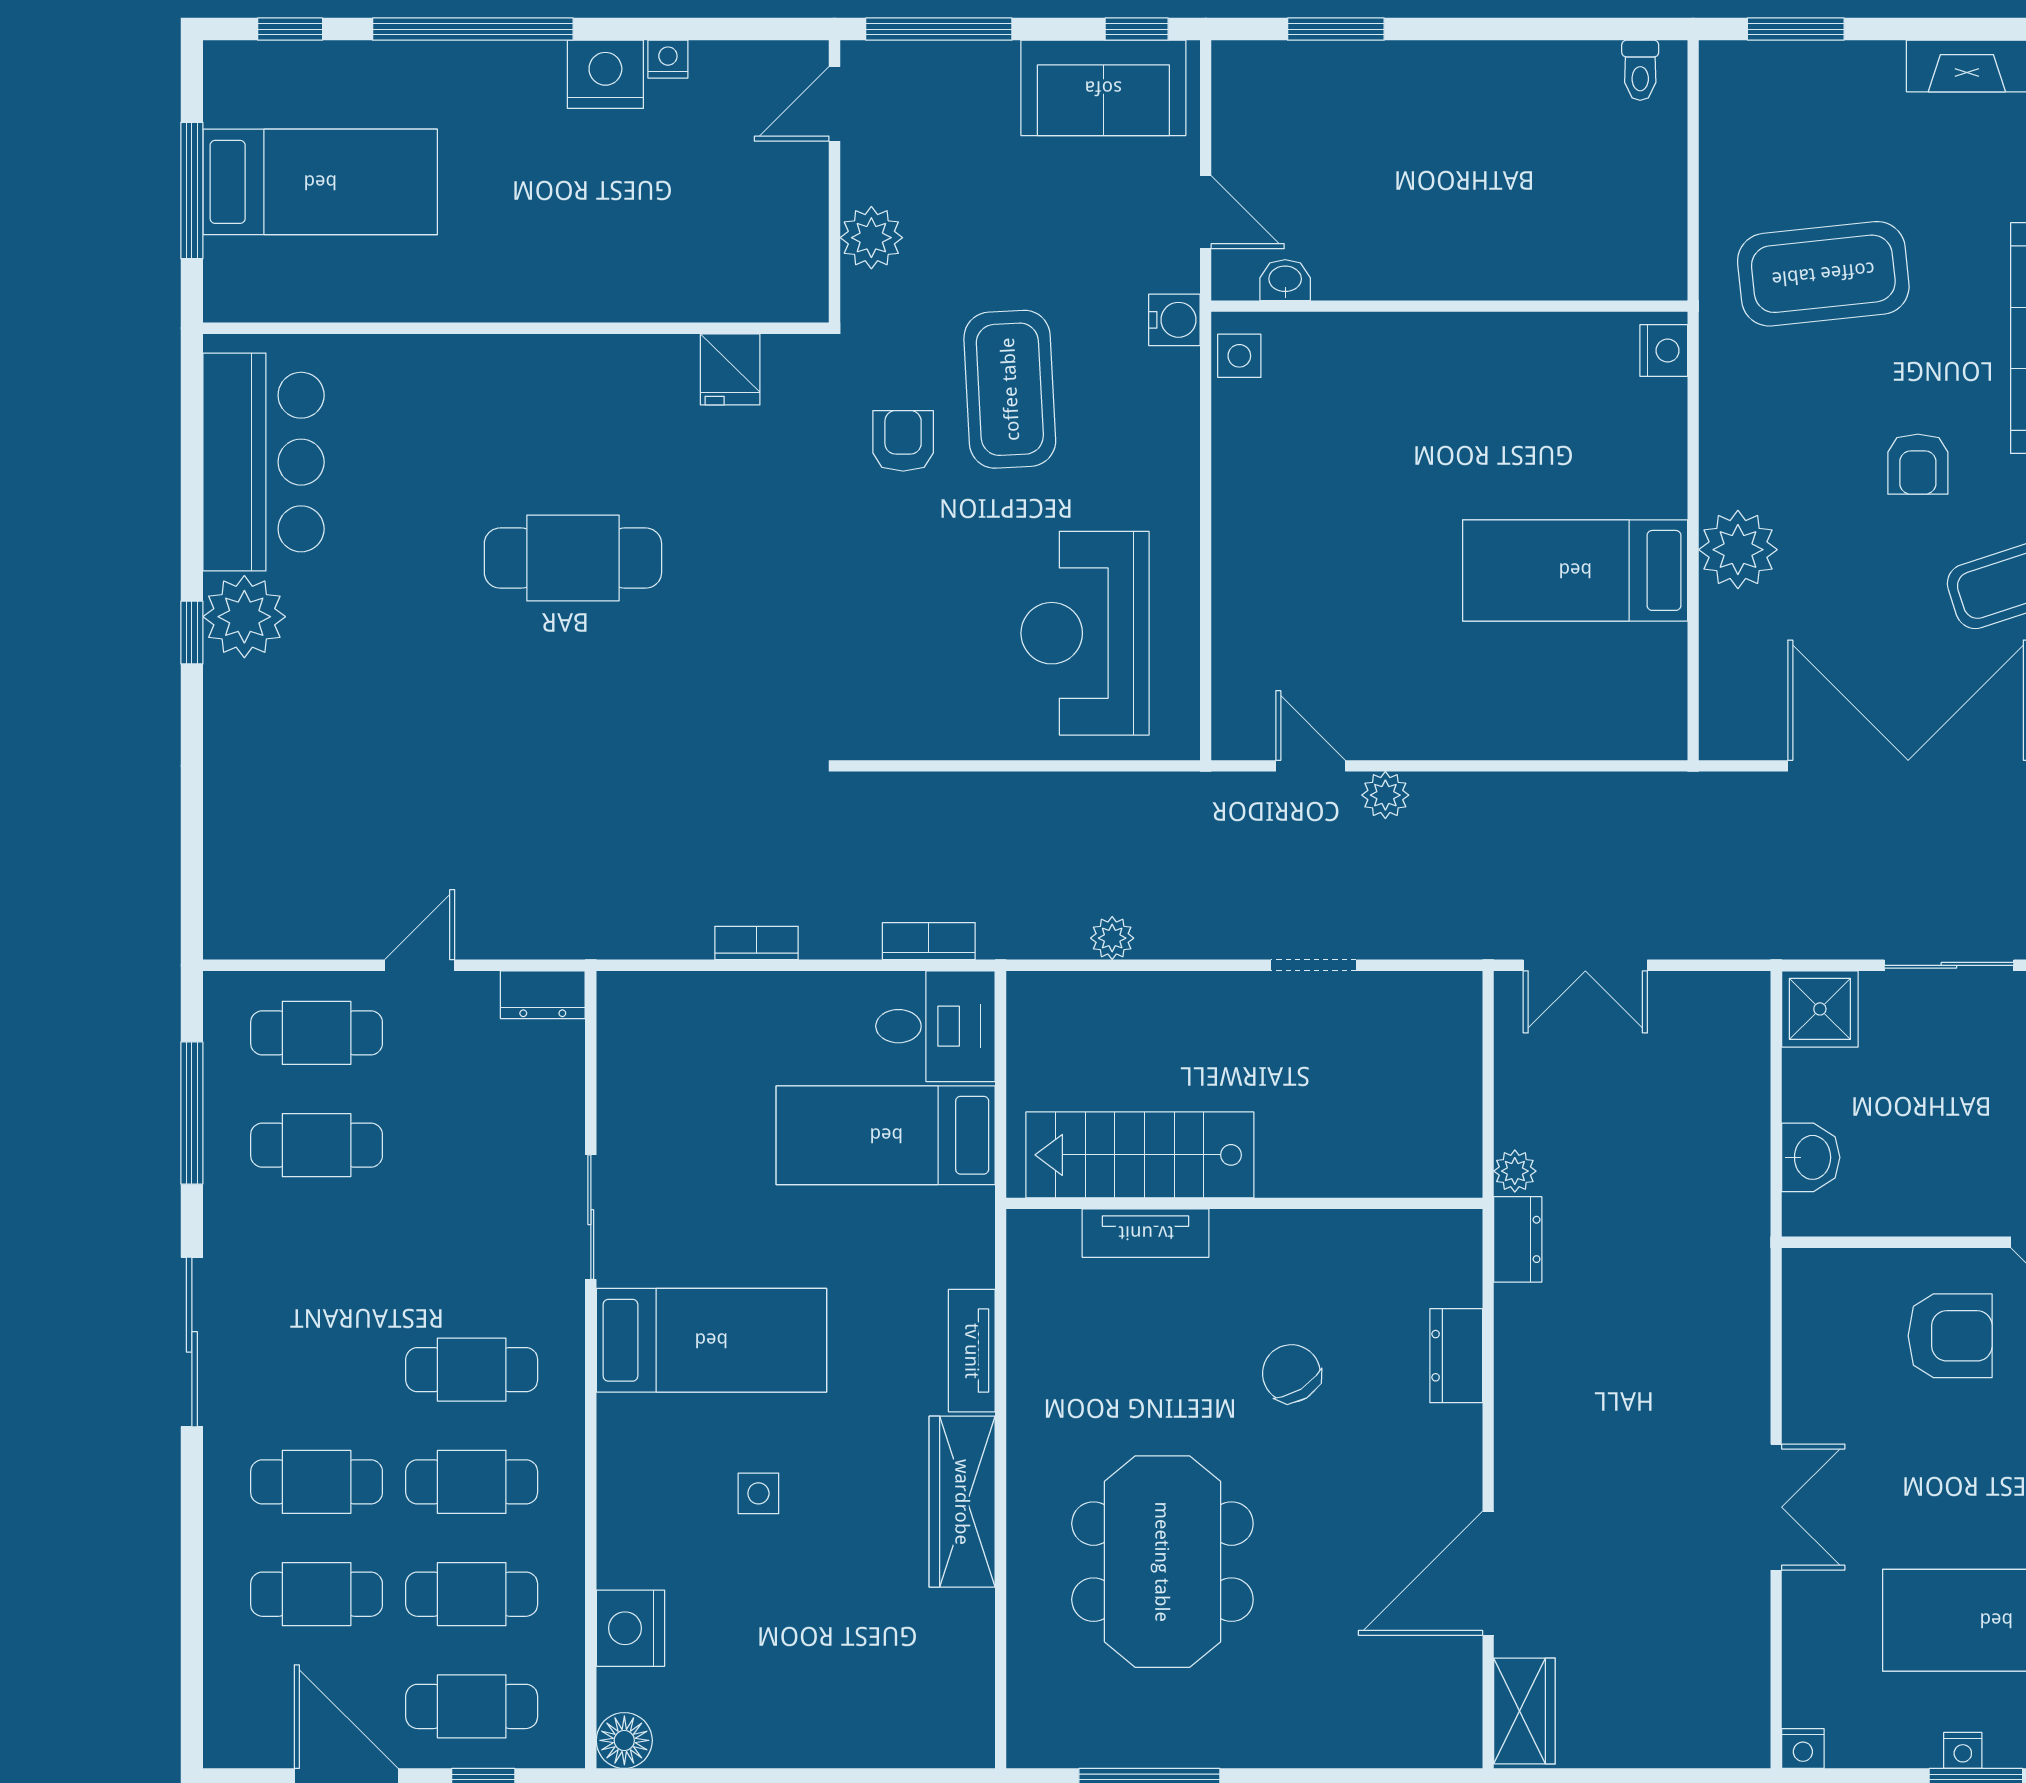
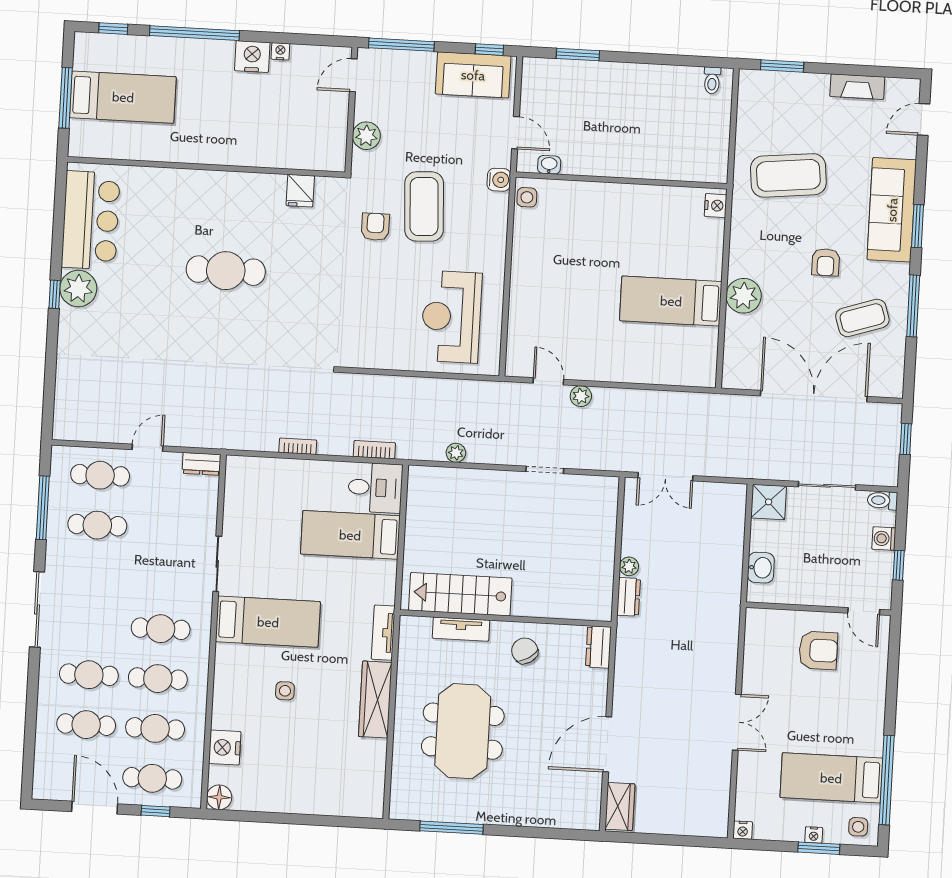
stairs: (1140, 1155) -> (460, 594), moved
wall: (1244, 1203) -> (506, 618), moved
tv unit: (1146, 1233) -> (461, 629), moved

